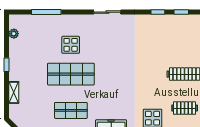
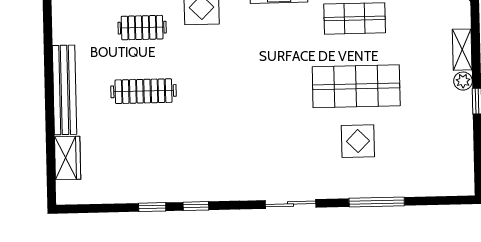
window: (46, 12) -> (377, 202), moved
plant: (14, 34) -> (463, 81), moved

